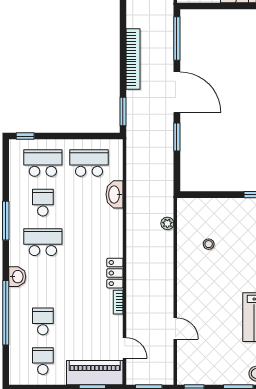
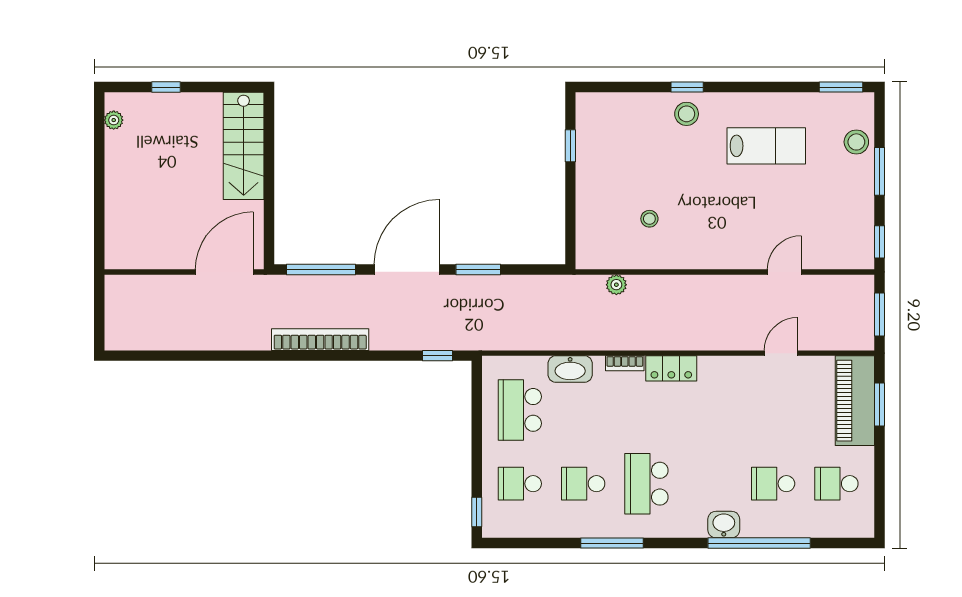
bookcase: (133, 59) -> (320, 340), moved
window: (123, 112) -> (438, 356), width x0.67
school desk: (43, 163) -> (520, 484), width x0.54
locker: (115, 273) -> (671, 368), moved
washbasin: (17, 277) -> (724, 525), moved
bookcase: (118, 302) -> (625, 363), moved
door: (125, 348) -> (781, 353), moved

